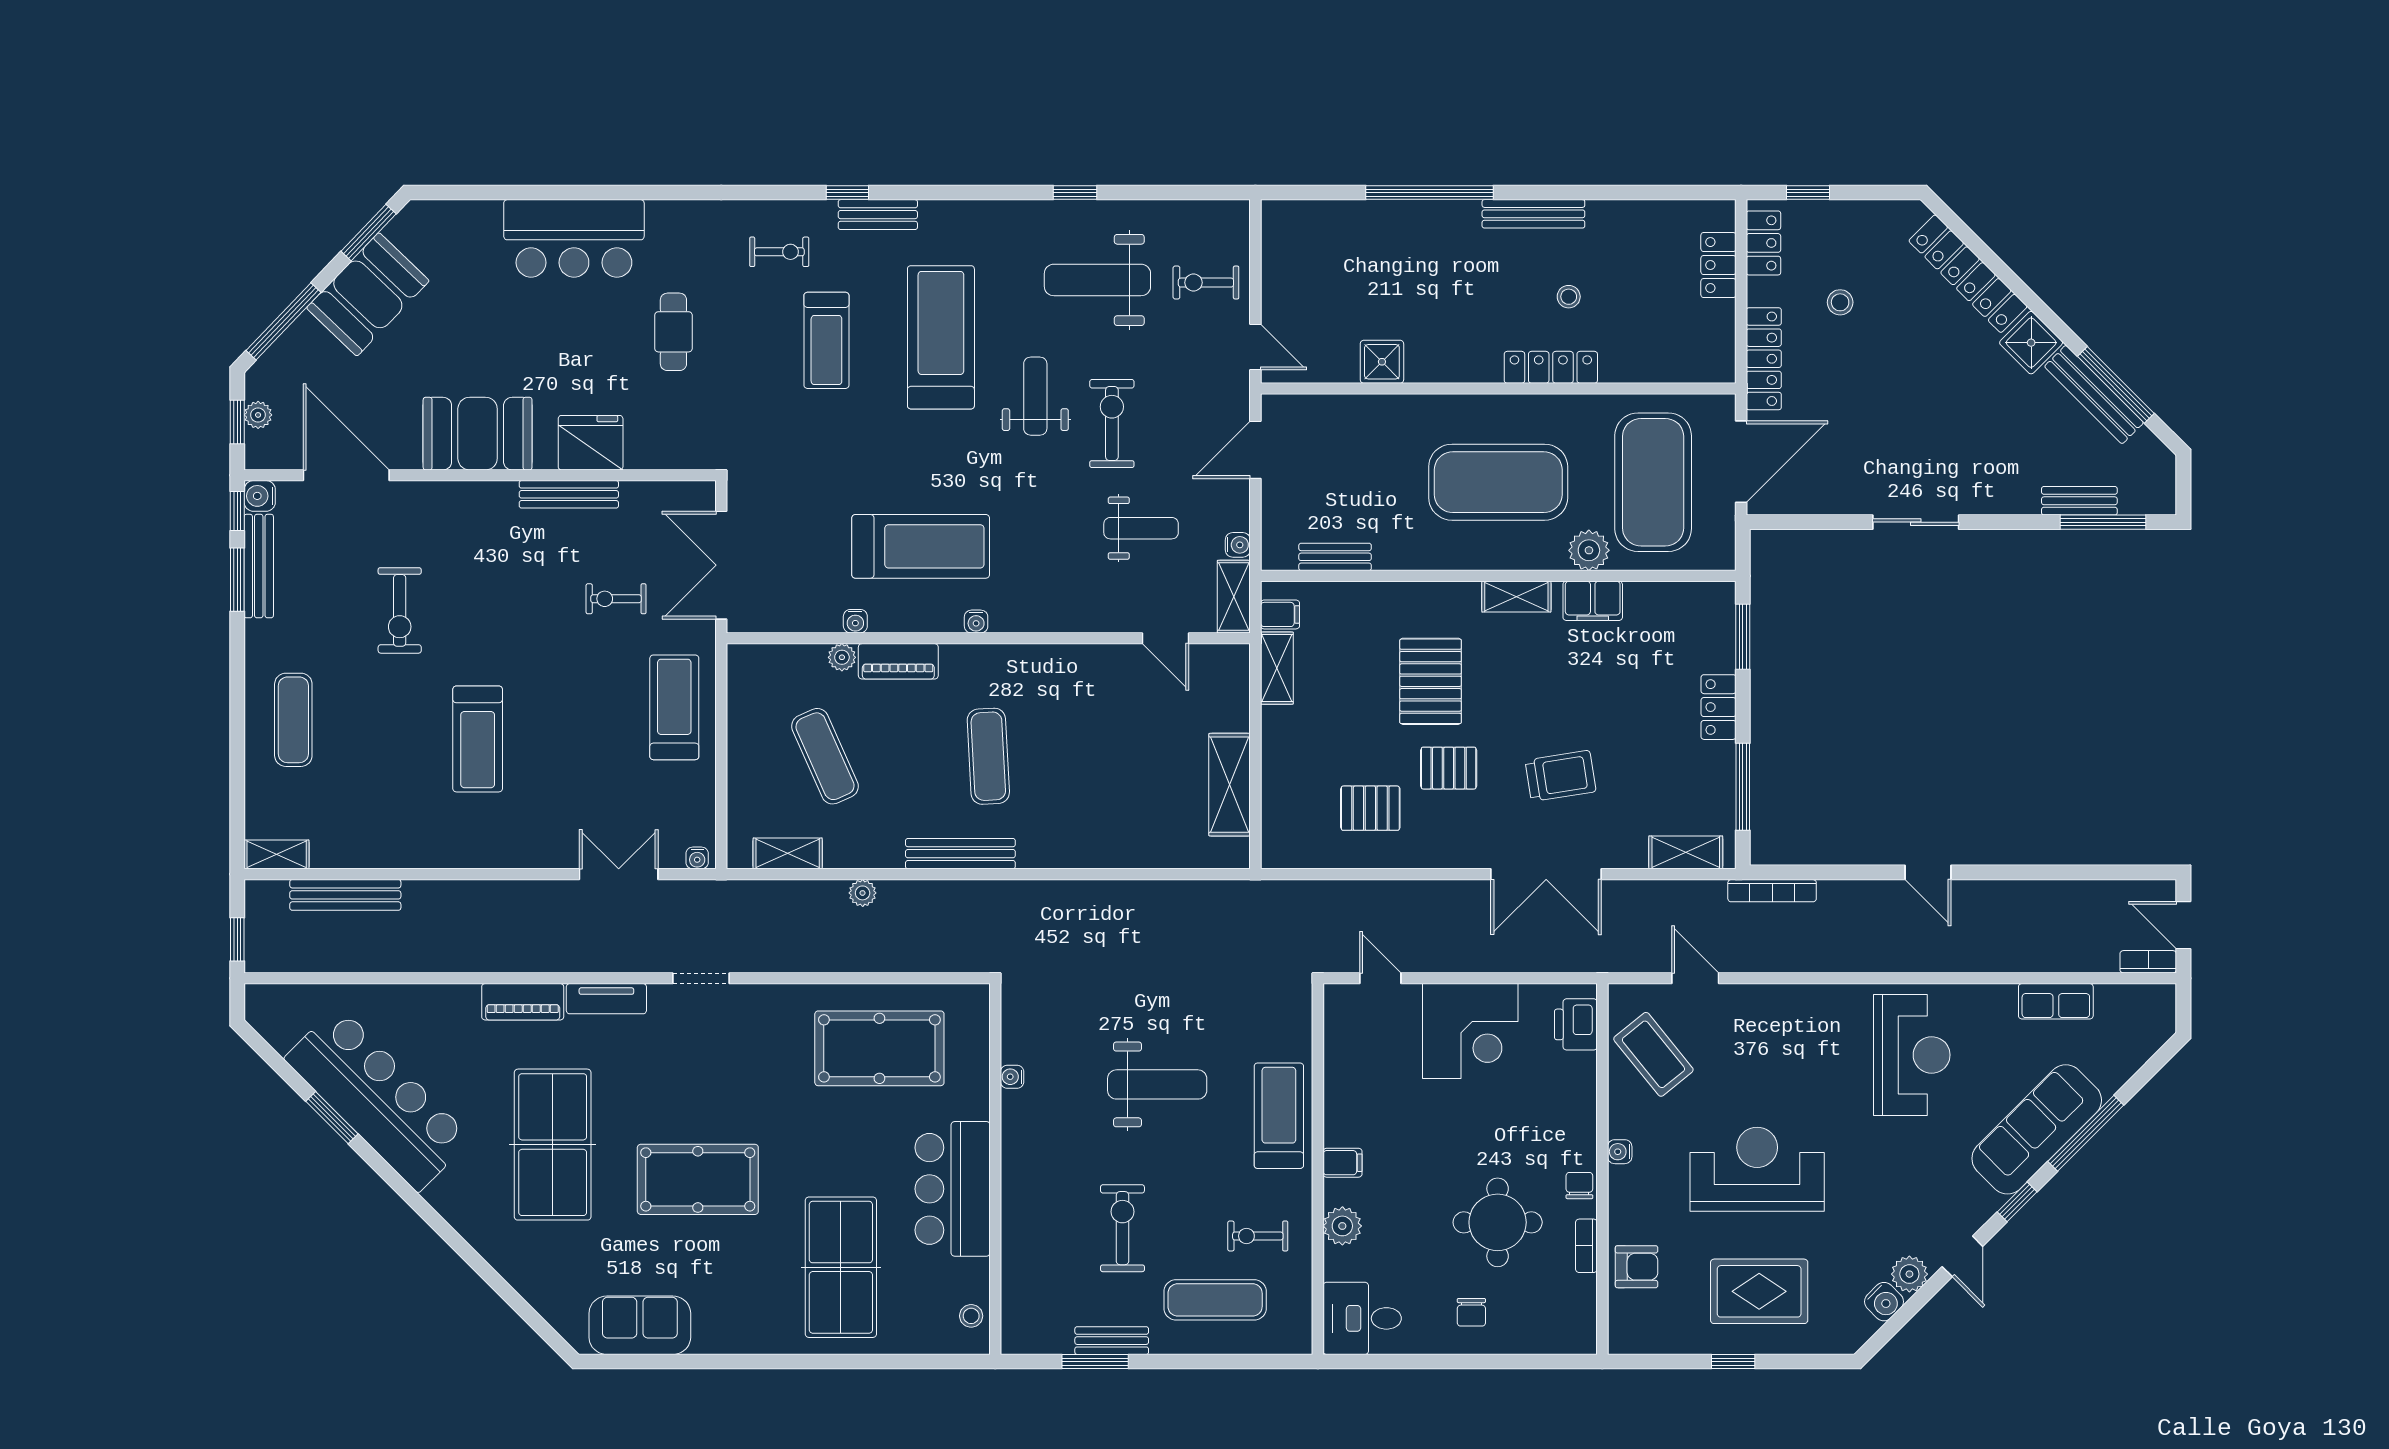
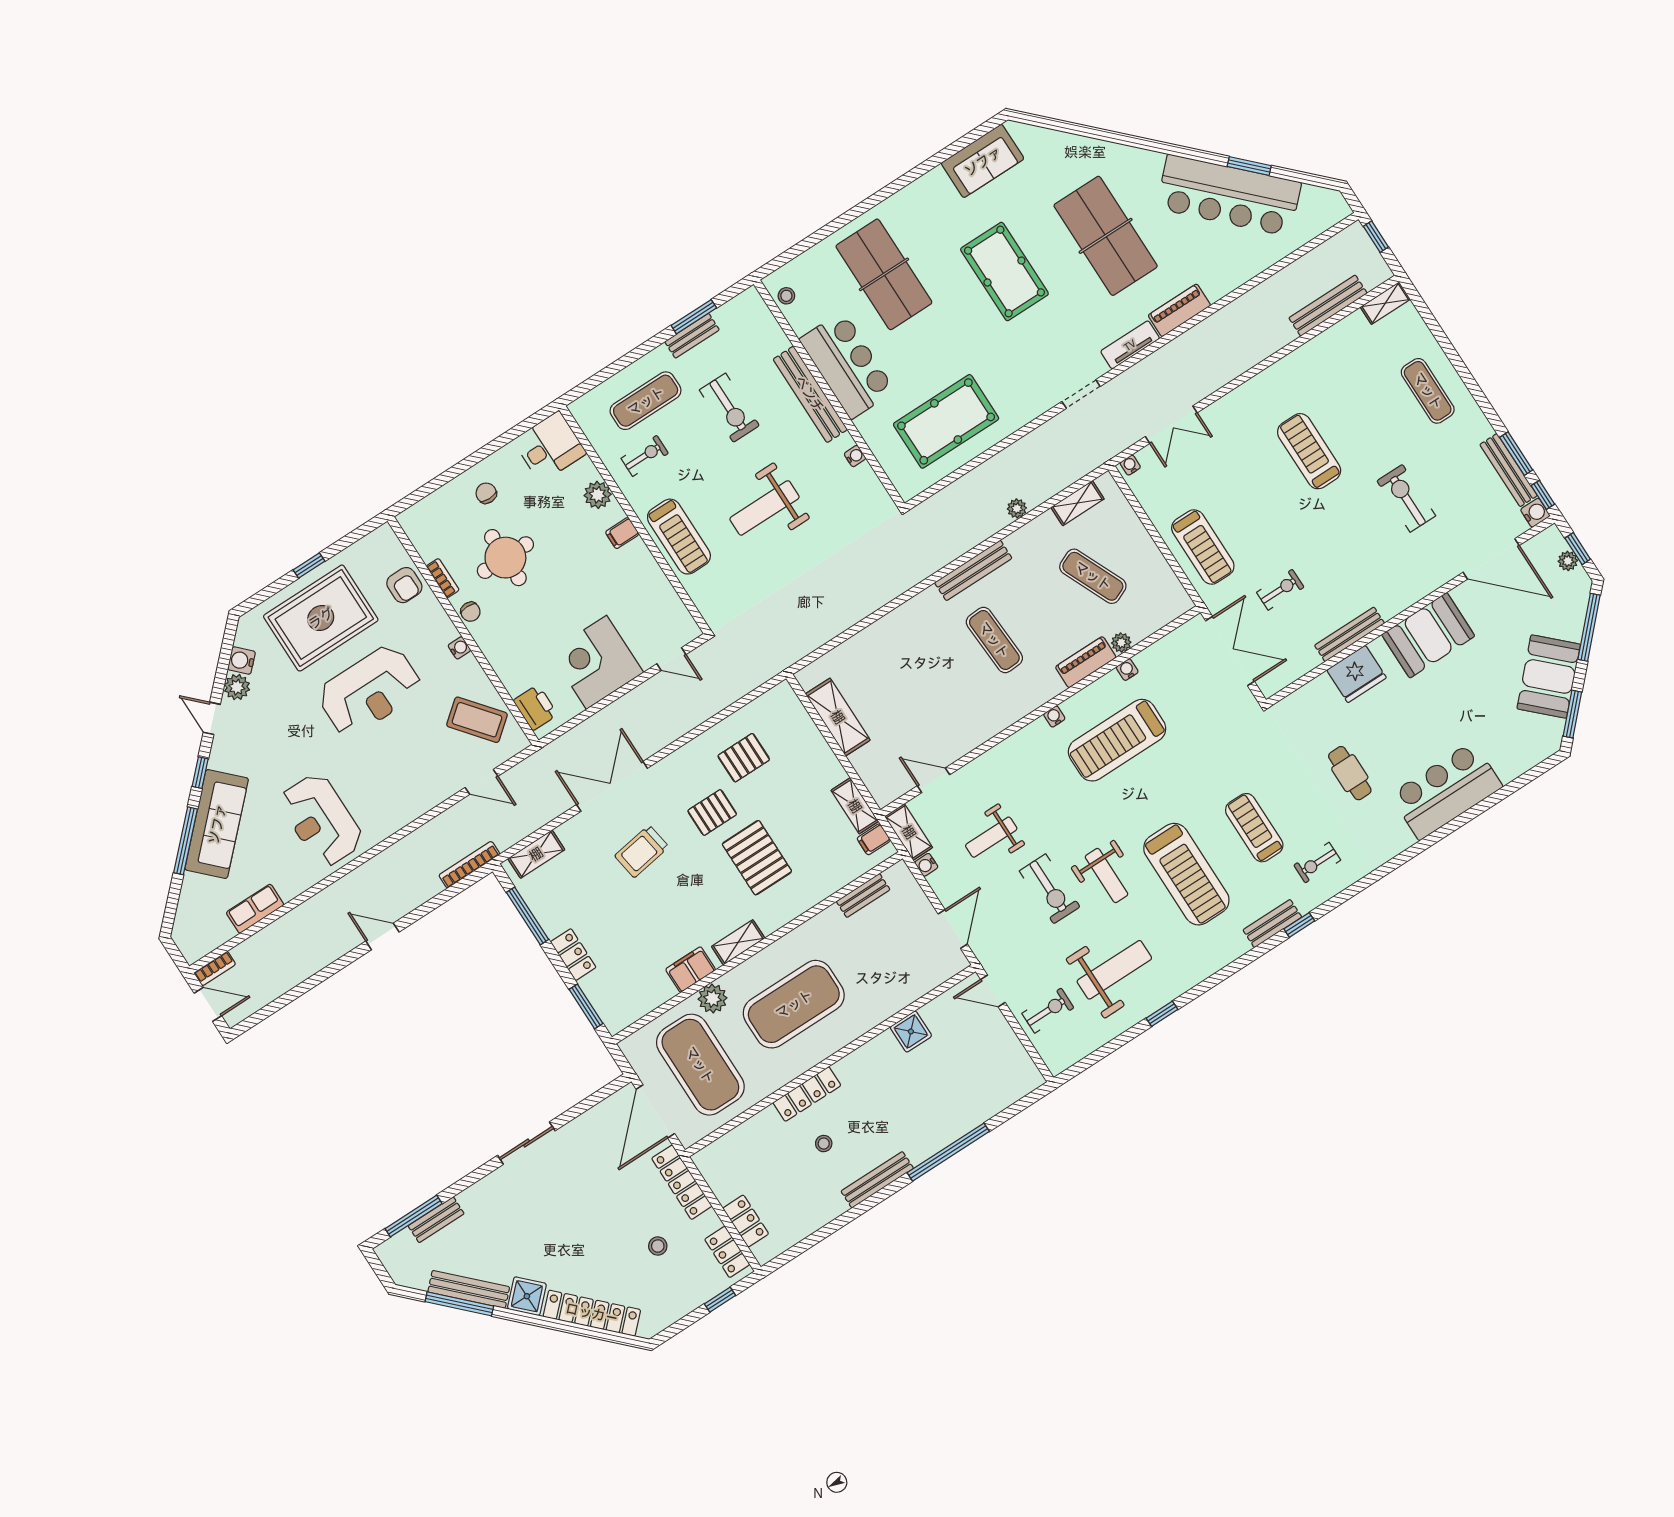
pool table: (698, 1179) -> (1004, 272), turned 90
bench: (1018, 1183) -> (810, 394), added
armchair: (1636, 1267) -> (404, 585), turned -90
rug: (1759, 1291) -> (321, 618), width x1.37, depth x1.44

